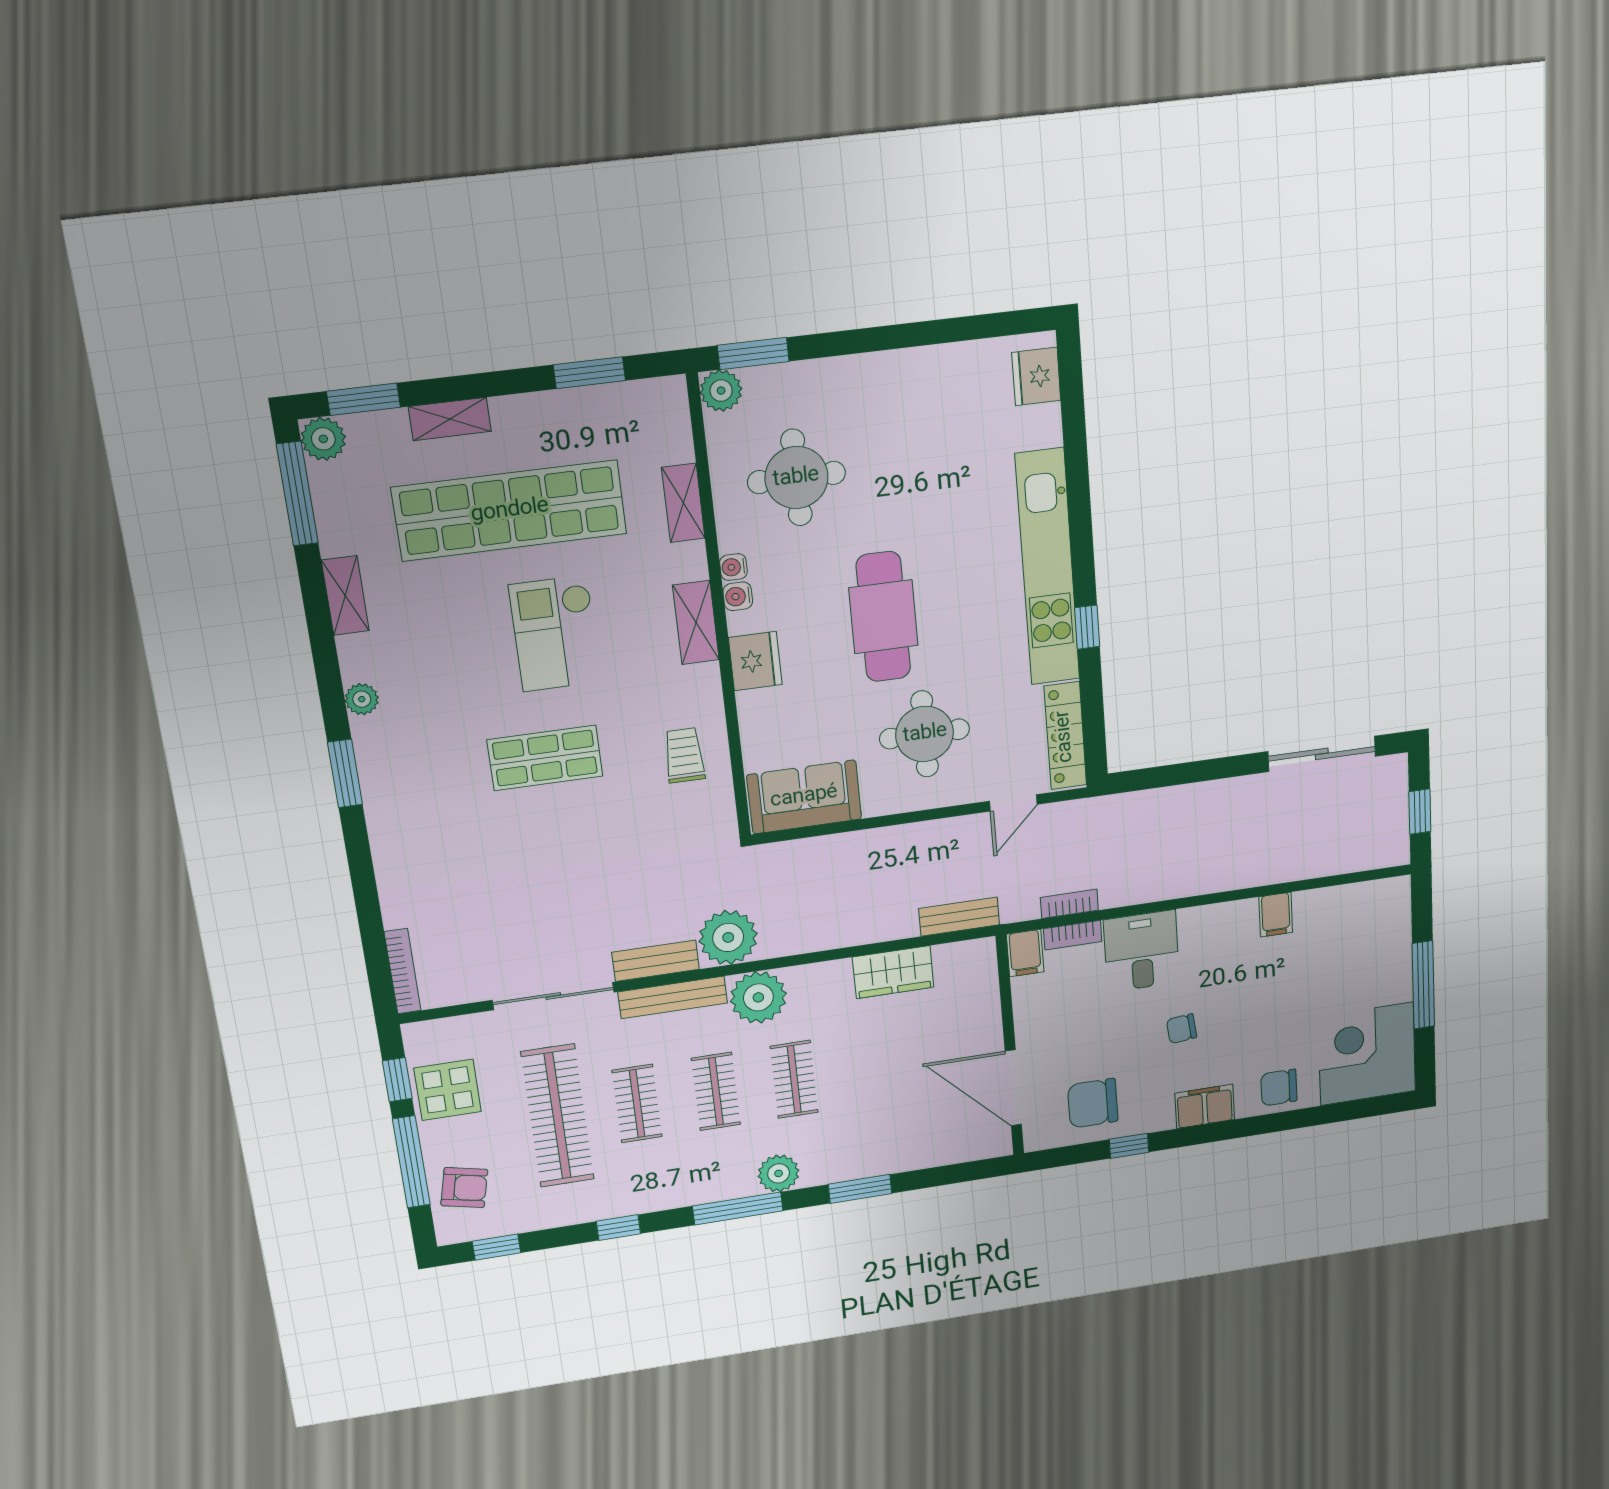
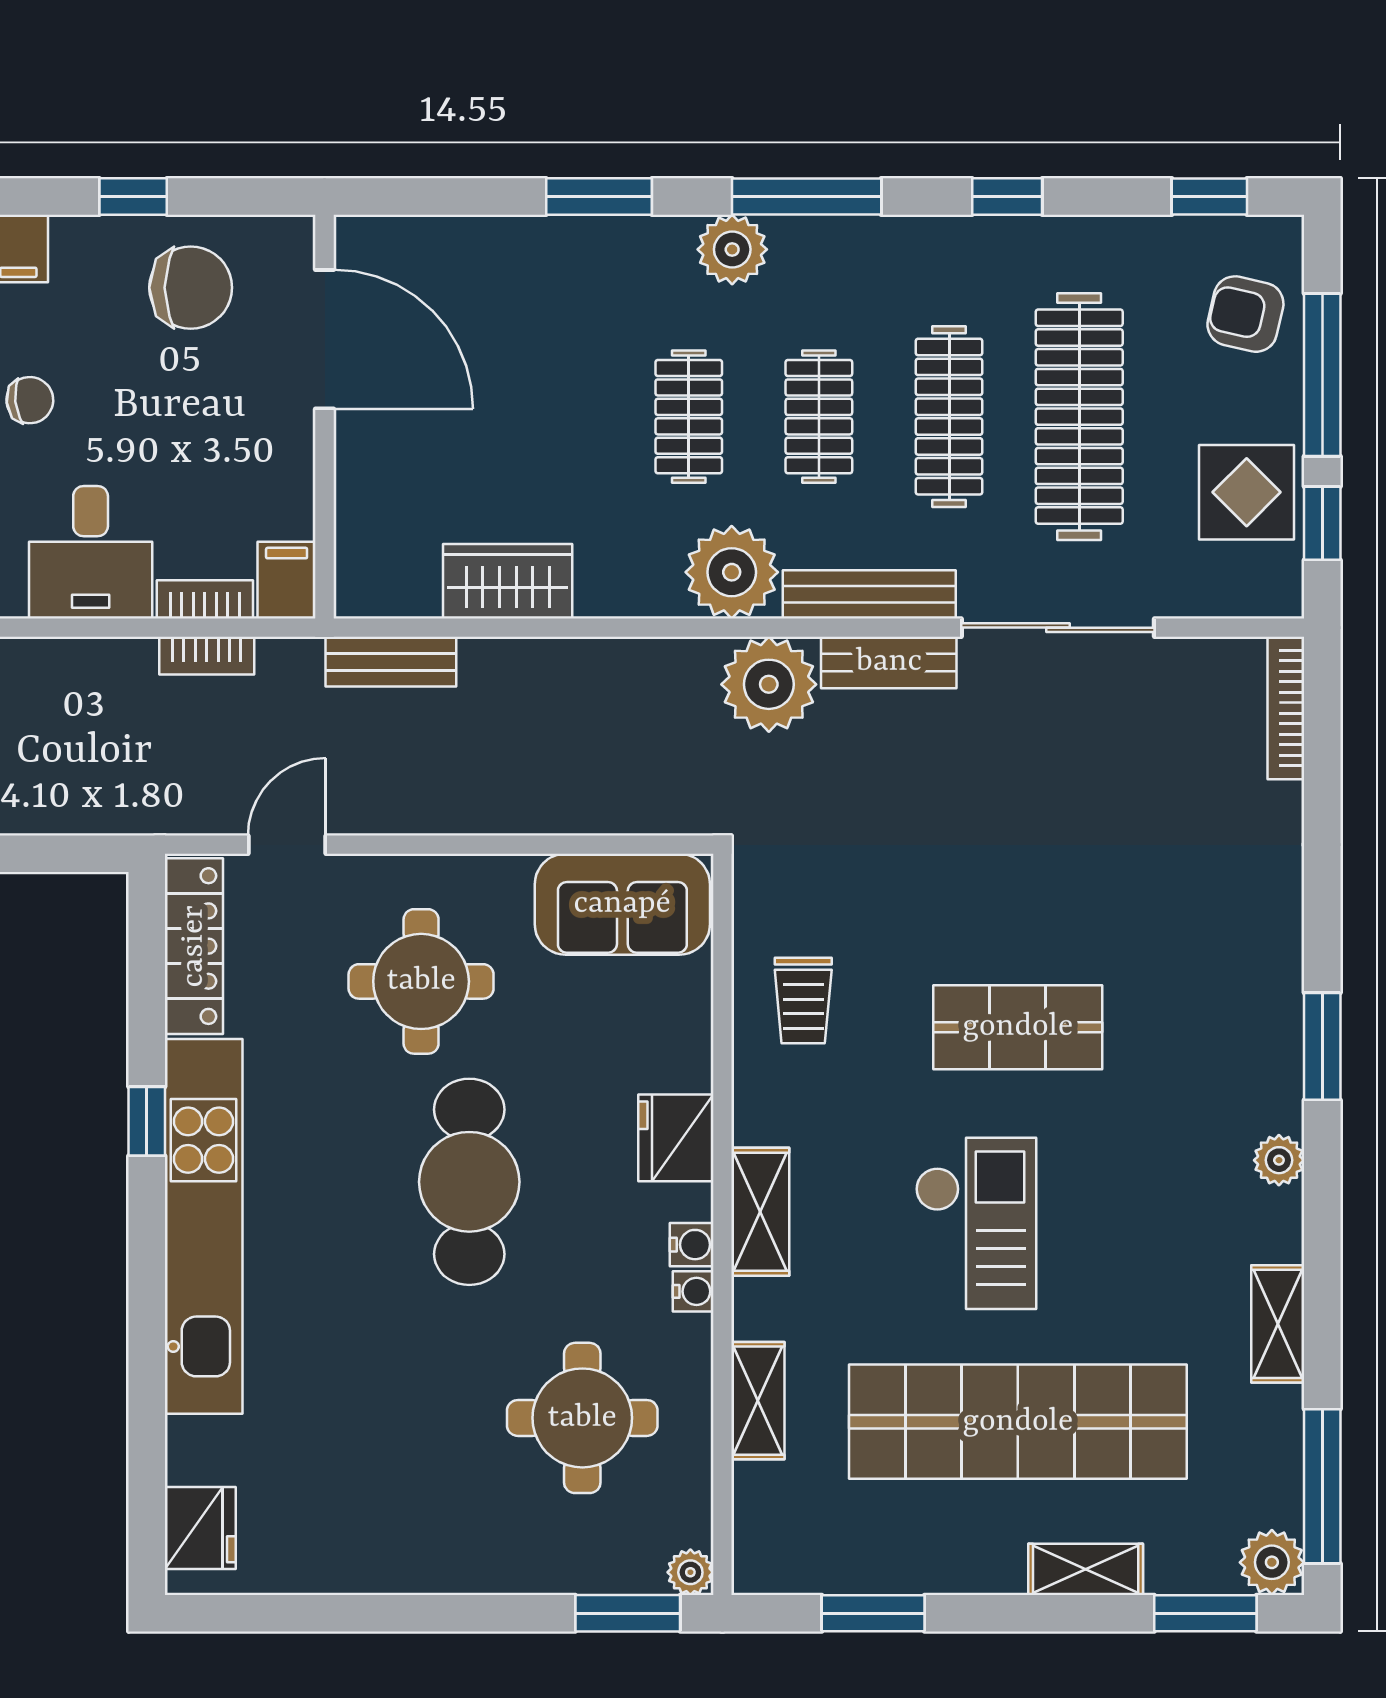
plant: (721, 391) -> (690, 1572), width x0.73, depth x0.73
clothes rail: (637, 1104) -> (949, 417), width x1.36

